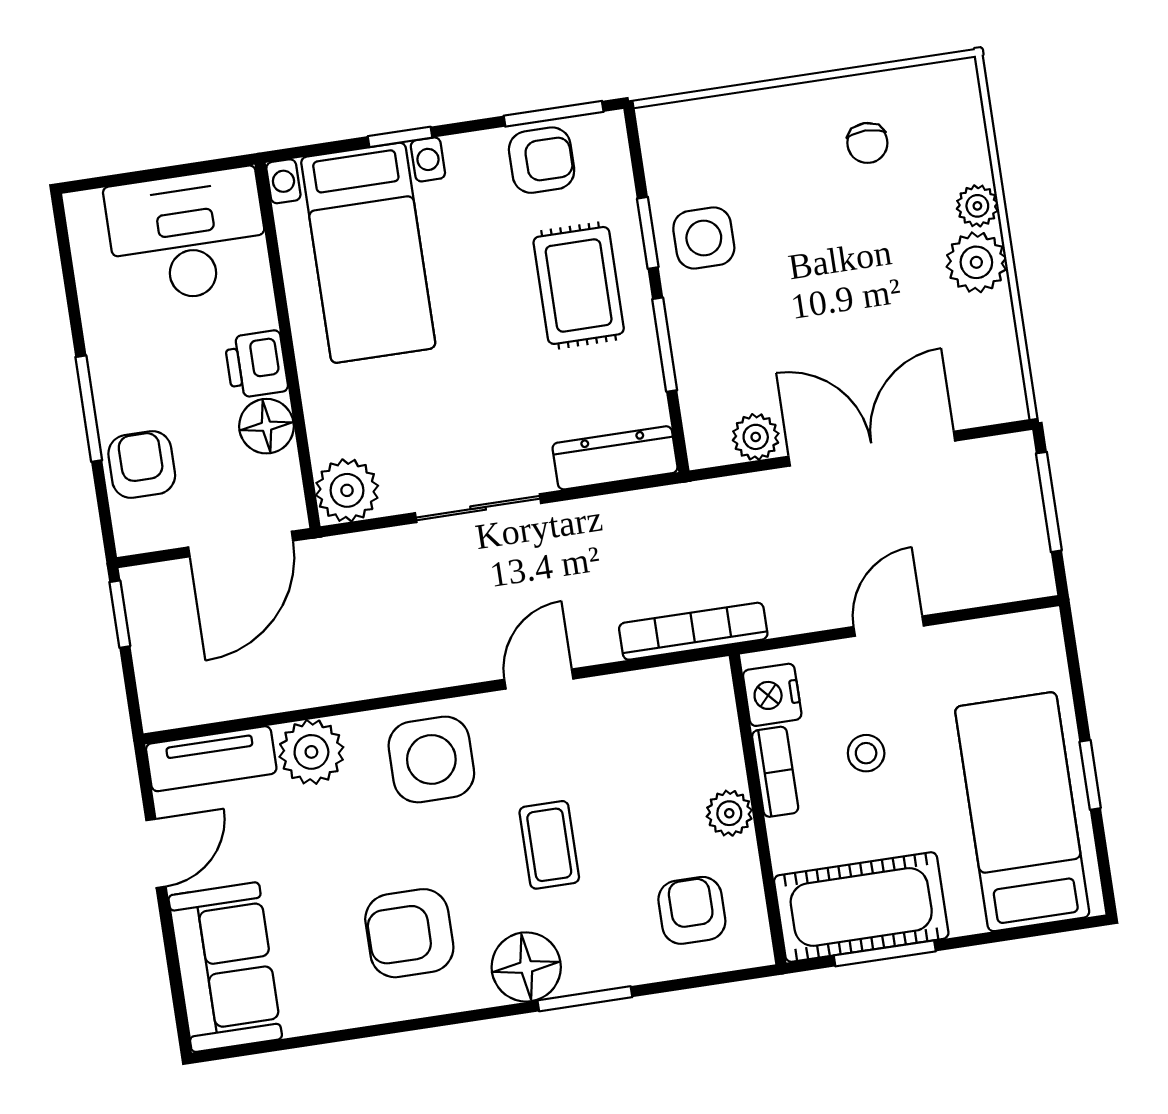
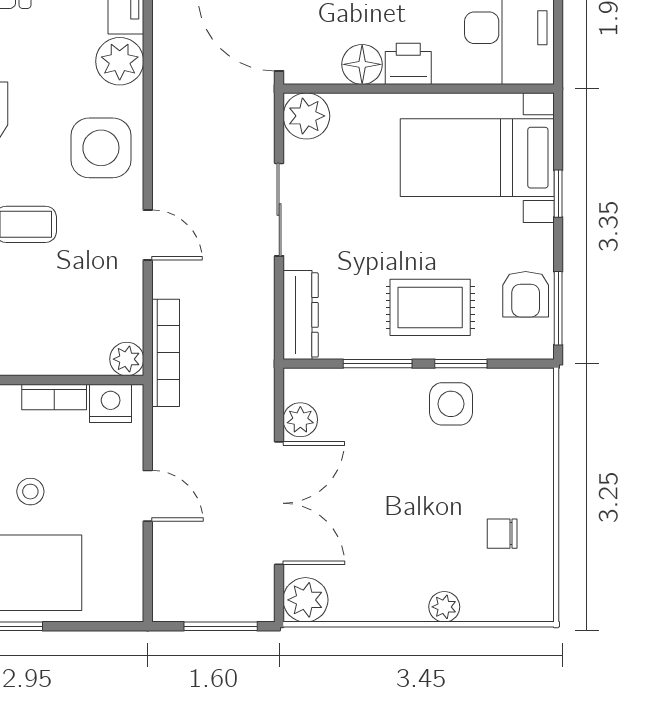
plant: (976, 262) -> (305, 600), moved
stool: (866, 753) -> (30, 492), moved
plant: (729, 813) -> (127, 359), moved

